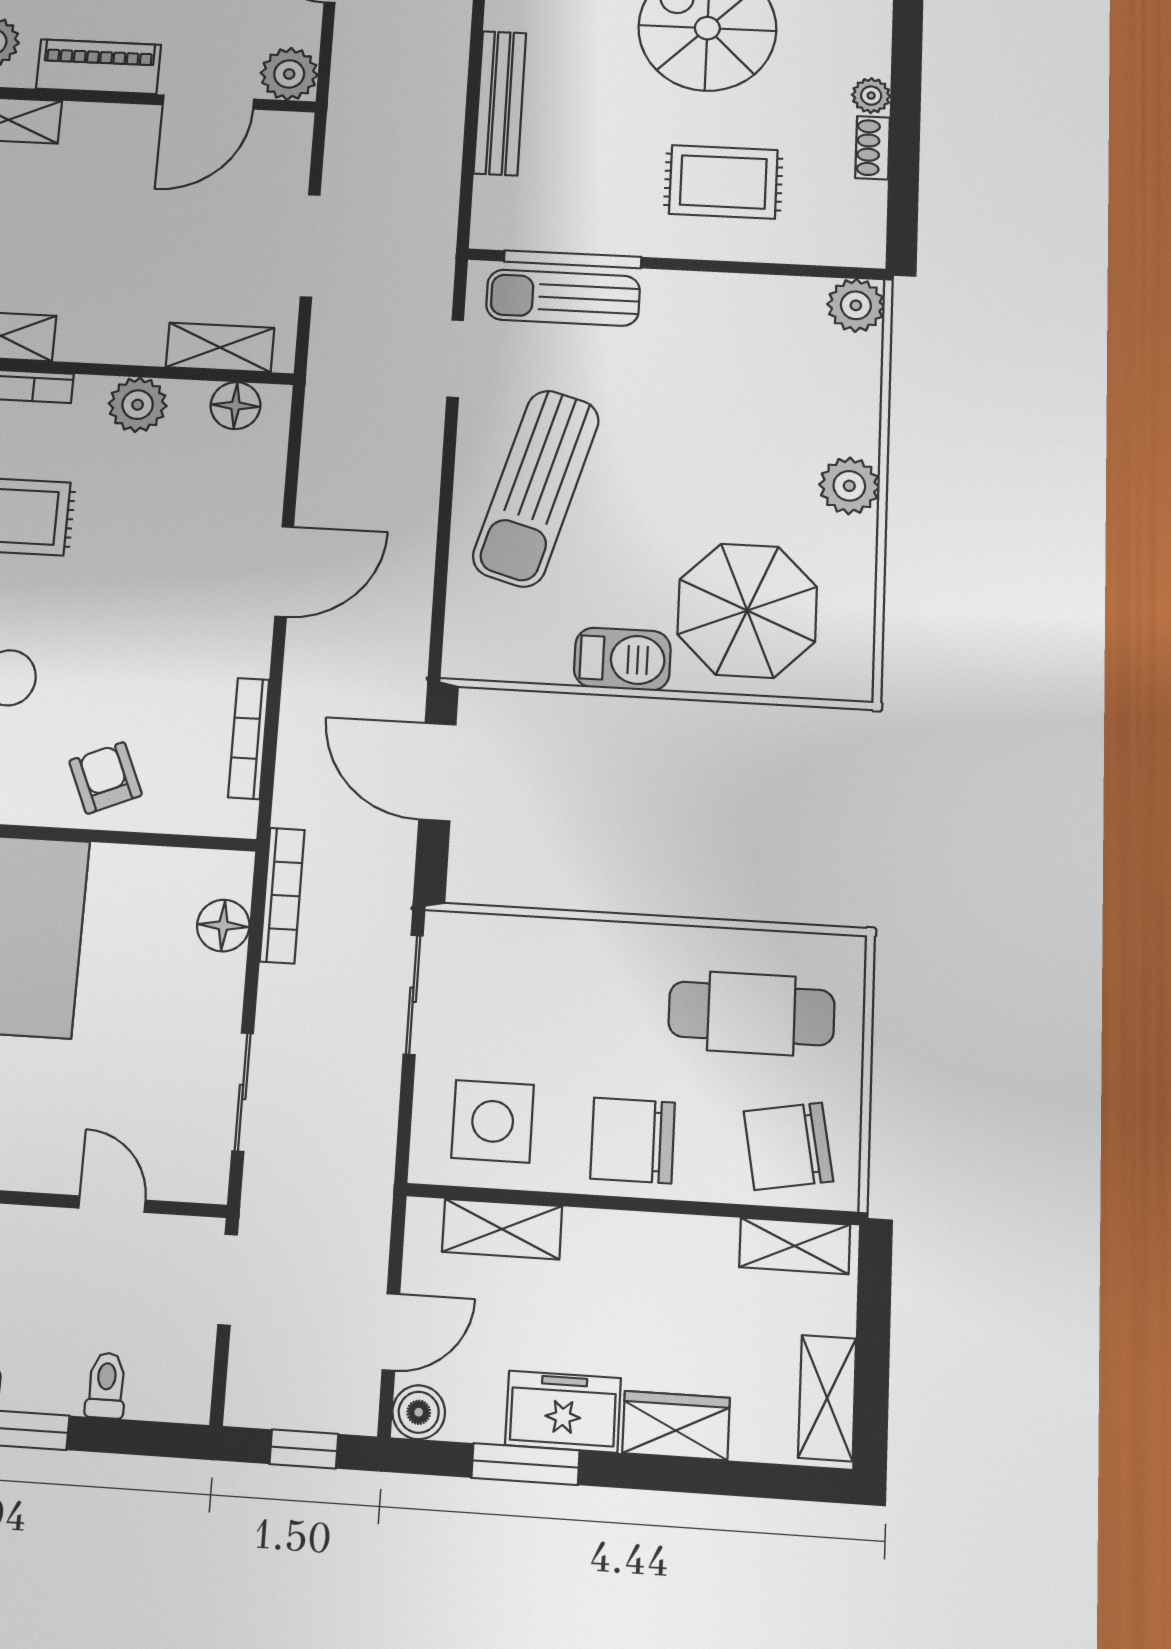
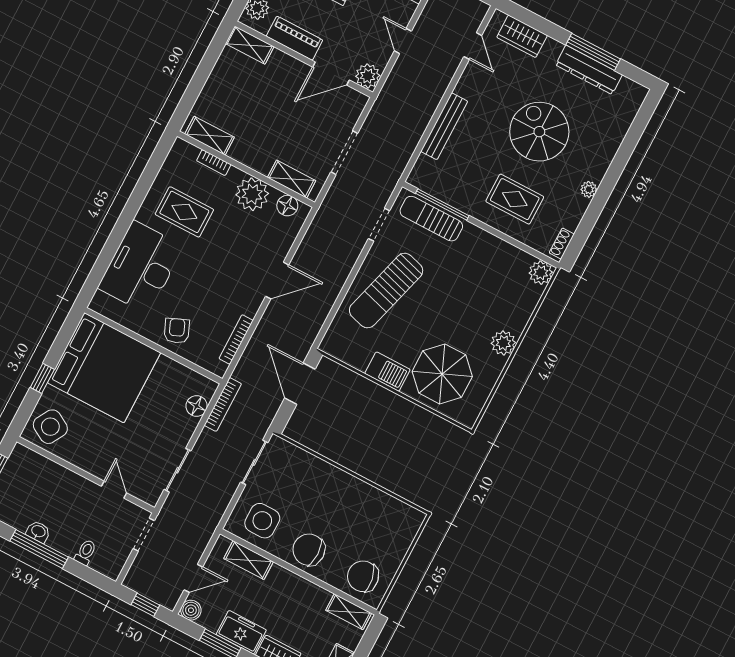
shoe rack: (873, 148) -> (562, 244), moved
plant: (138, 405) -> (252, 194), width x1.36, depth x1.36
cafe table: (751, 1013) -> (372, 524), removed

